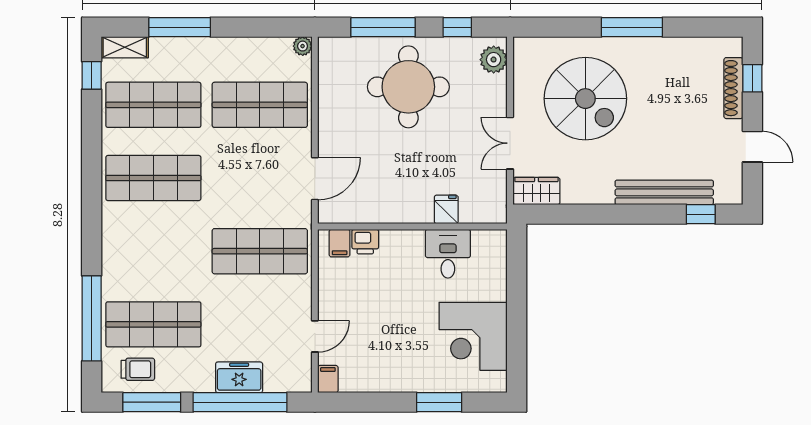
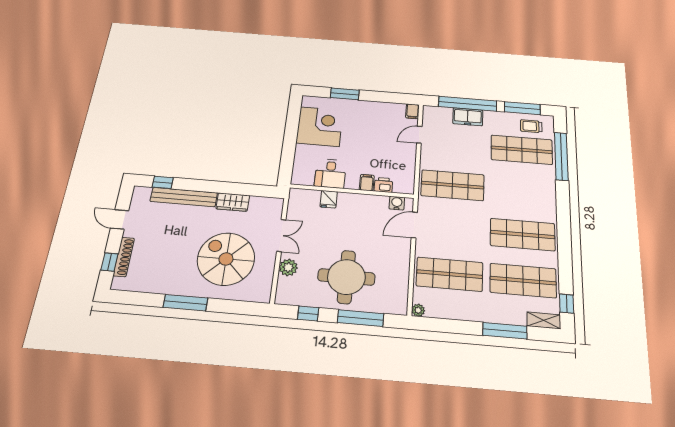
plant: (494, 60) -> (288, 267), moved
wardrobe: (536, 191) -> (233, 202), moved
water cooler: (343, 213) -> (397, 203), added
filing cabinet: (340, 243) -> (367, 183), moved

